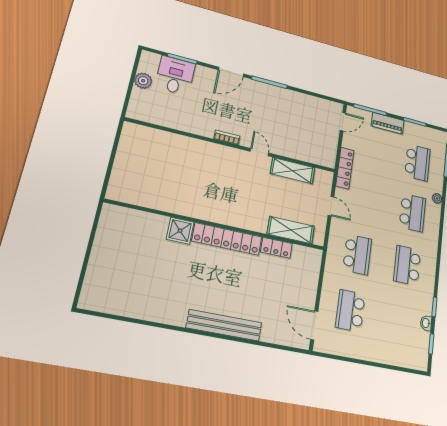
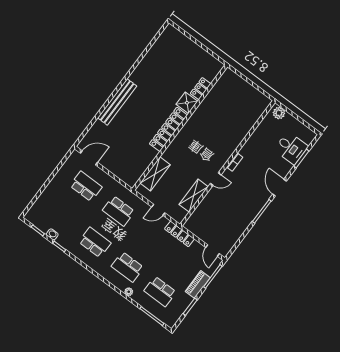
plant: (143, 81) -> (279, 113), moved
locker: (276, 248) -> (201, 89), moved

